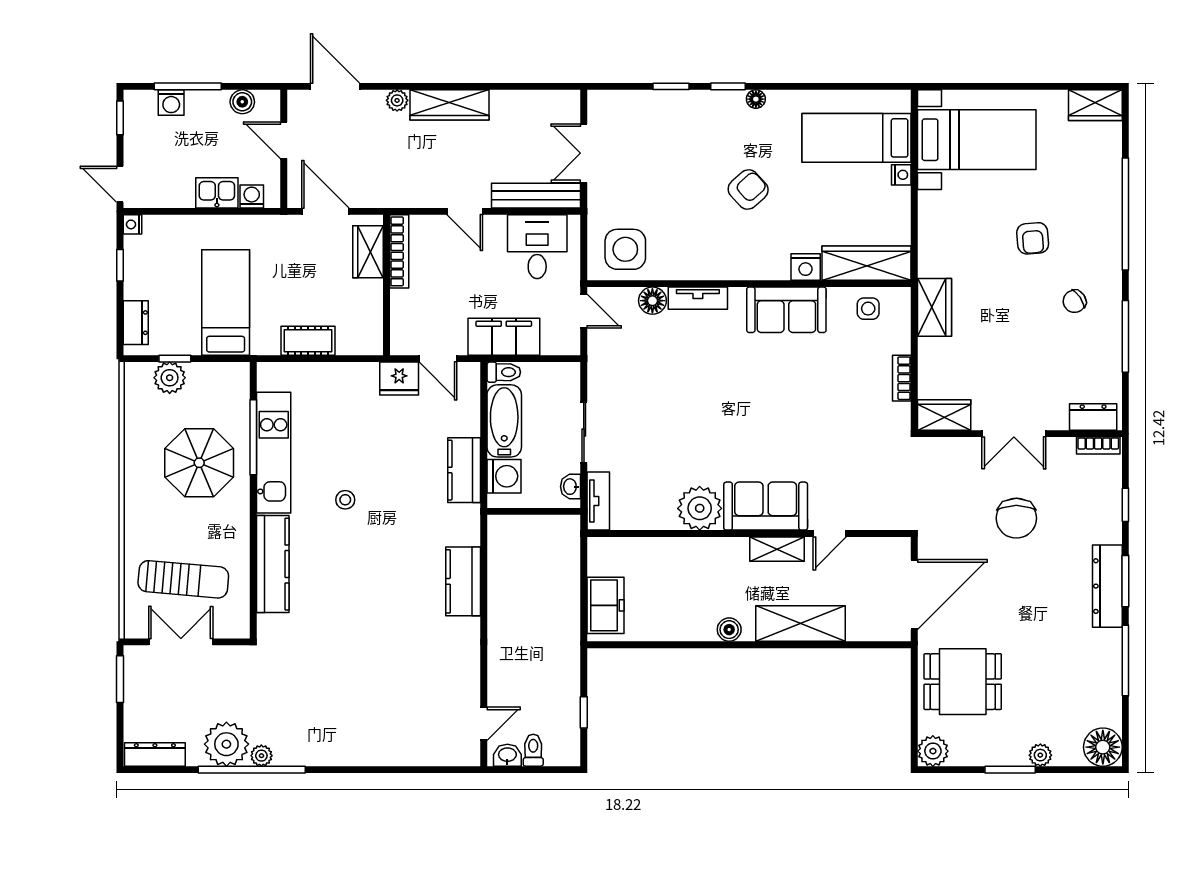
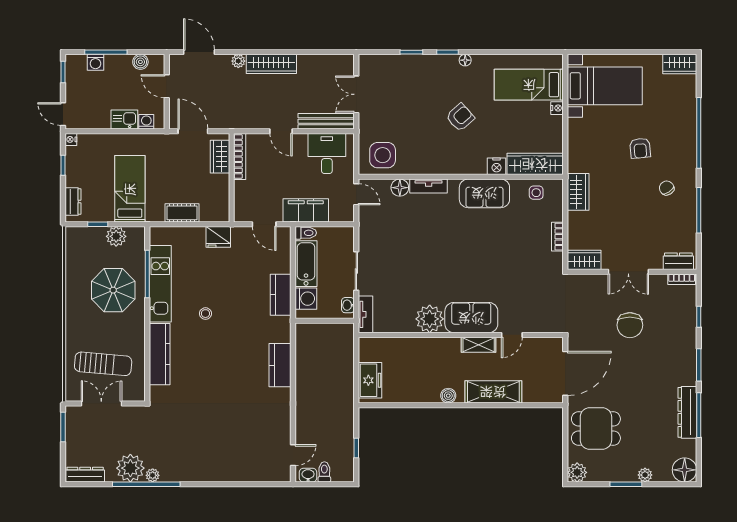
chair: (1075, 301) -> (667, 188), turned 91
plant: (170, 378) -> (116, 236), moved
fridge: (399, 379) -> (218, 237), moved
dresser: (1107, 586) -> (687, 412), moved

